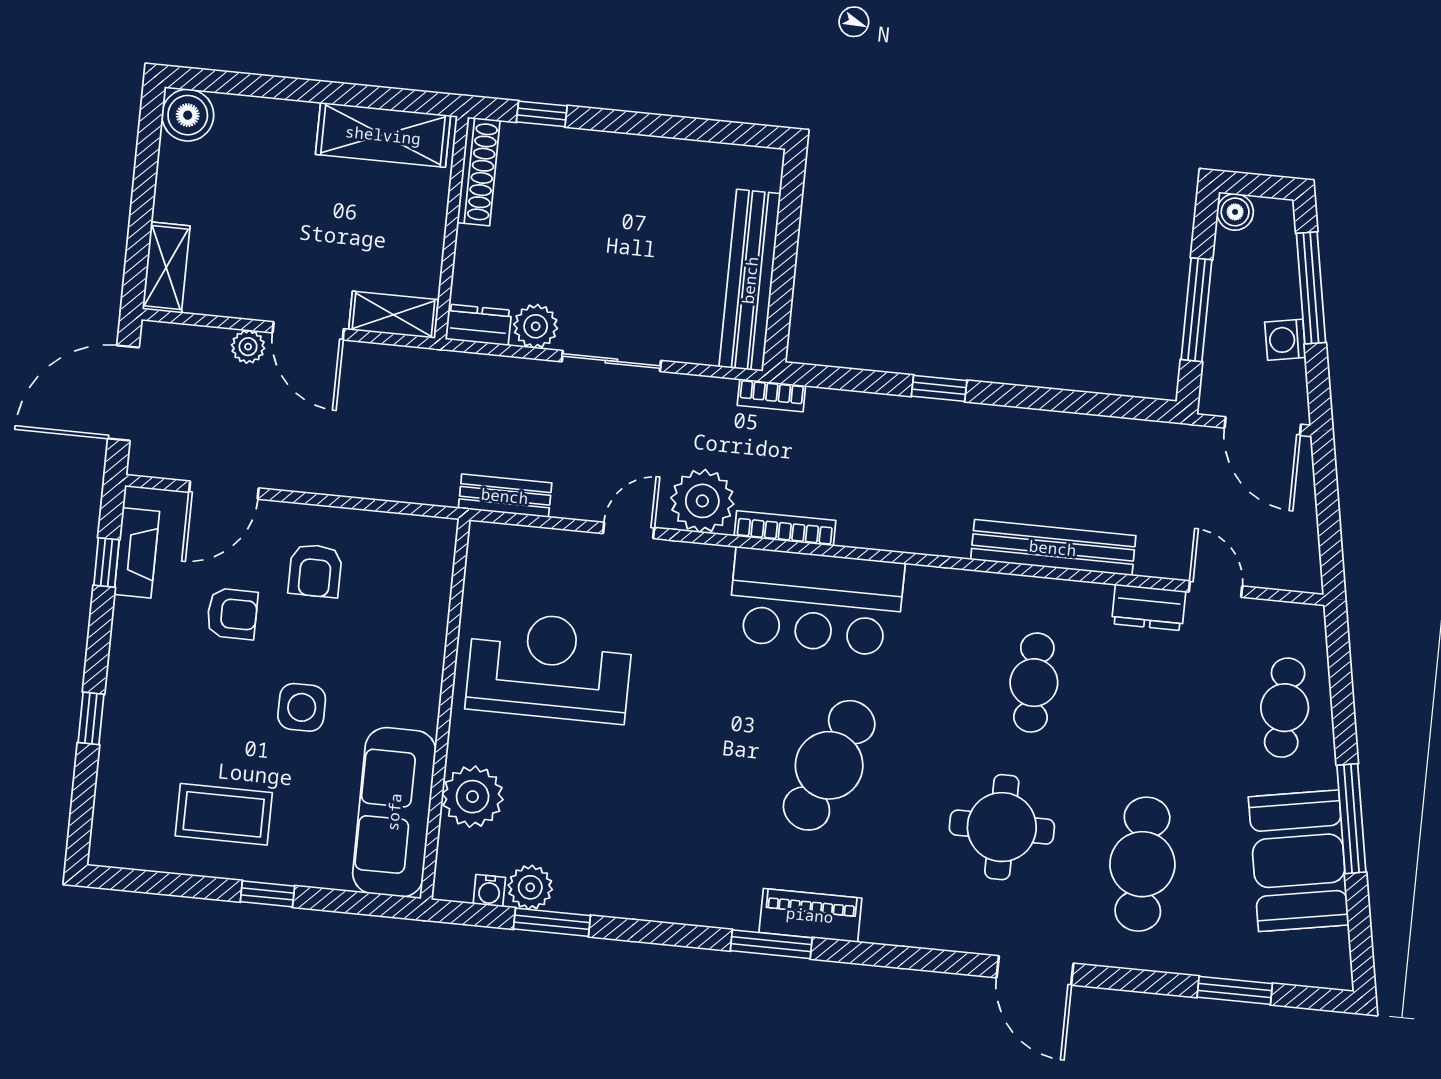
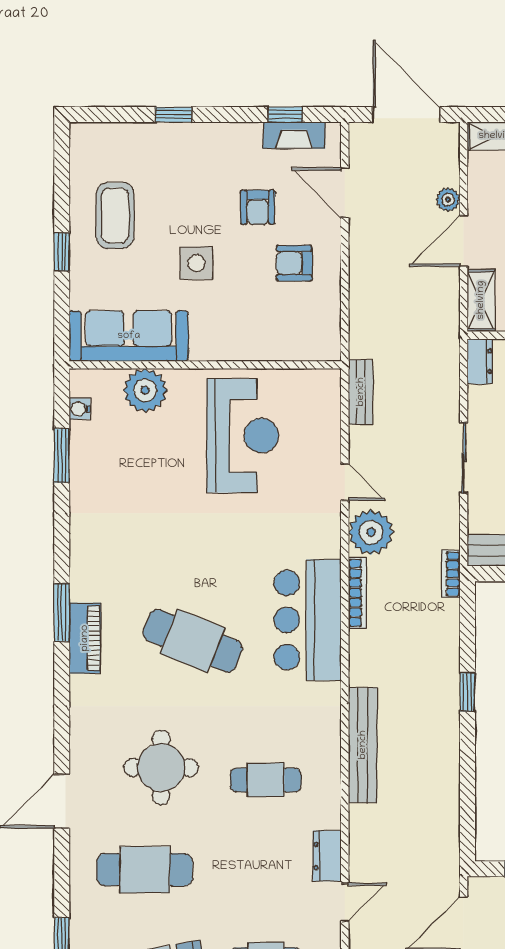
plant: (536, 326) -> (483, 402), removed
bench: (1053, 548) -> (363, 745), moved
plant: (530, 887) -> (85, 438), removed

